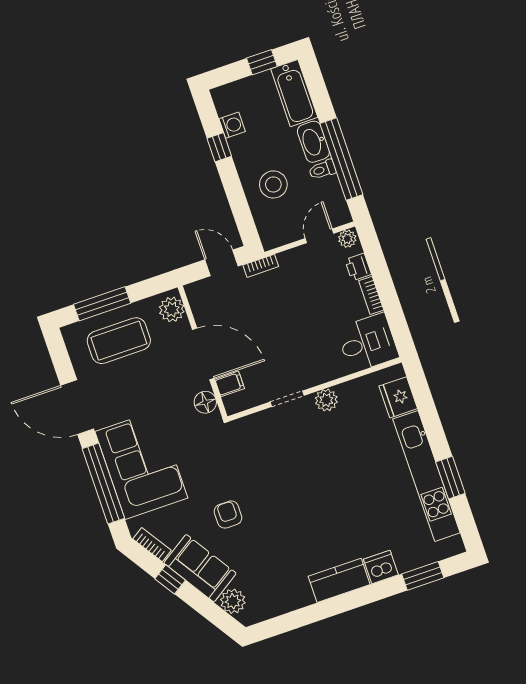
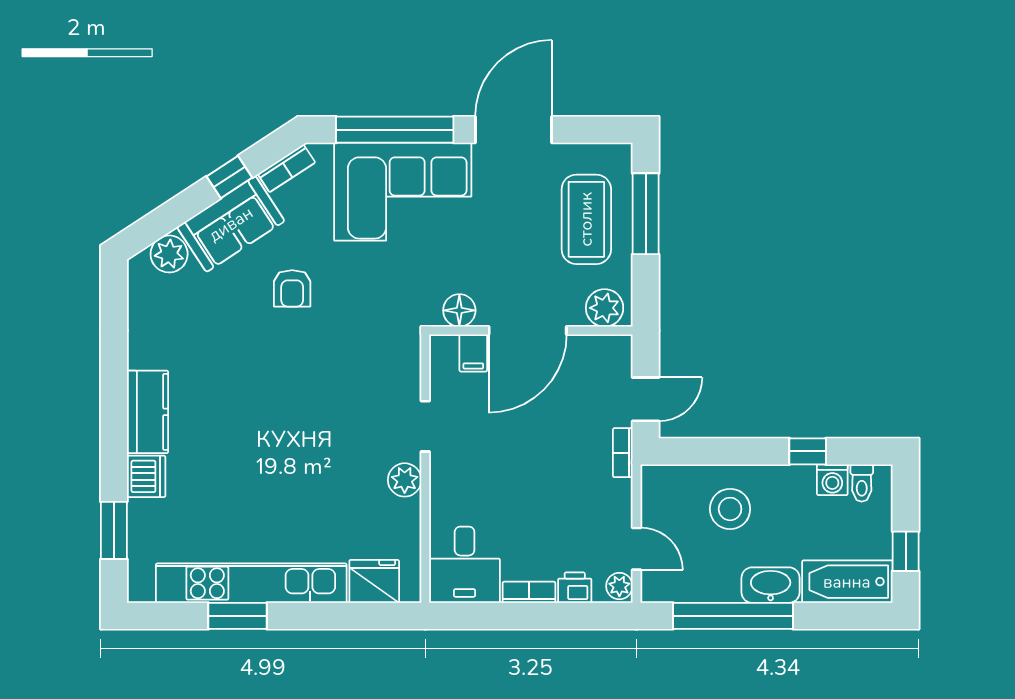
toilet: (322, 170) -> (862, 483), moved, turned 180
armchair: (228, 515) -> (292, 288), turned 90

